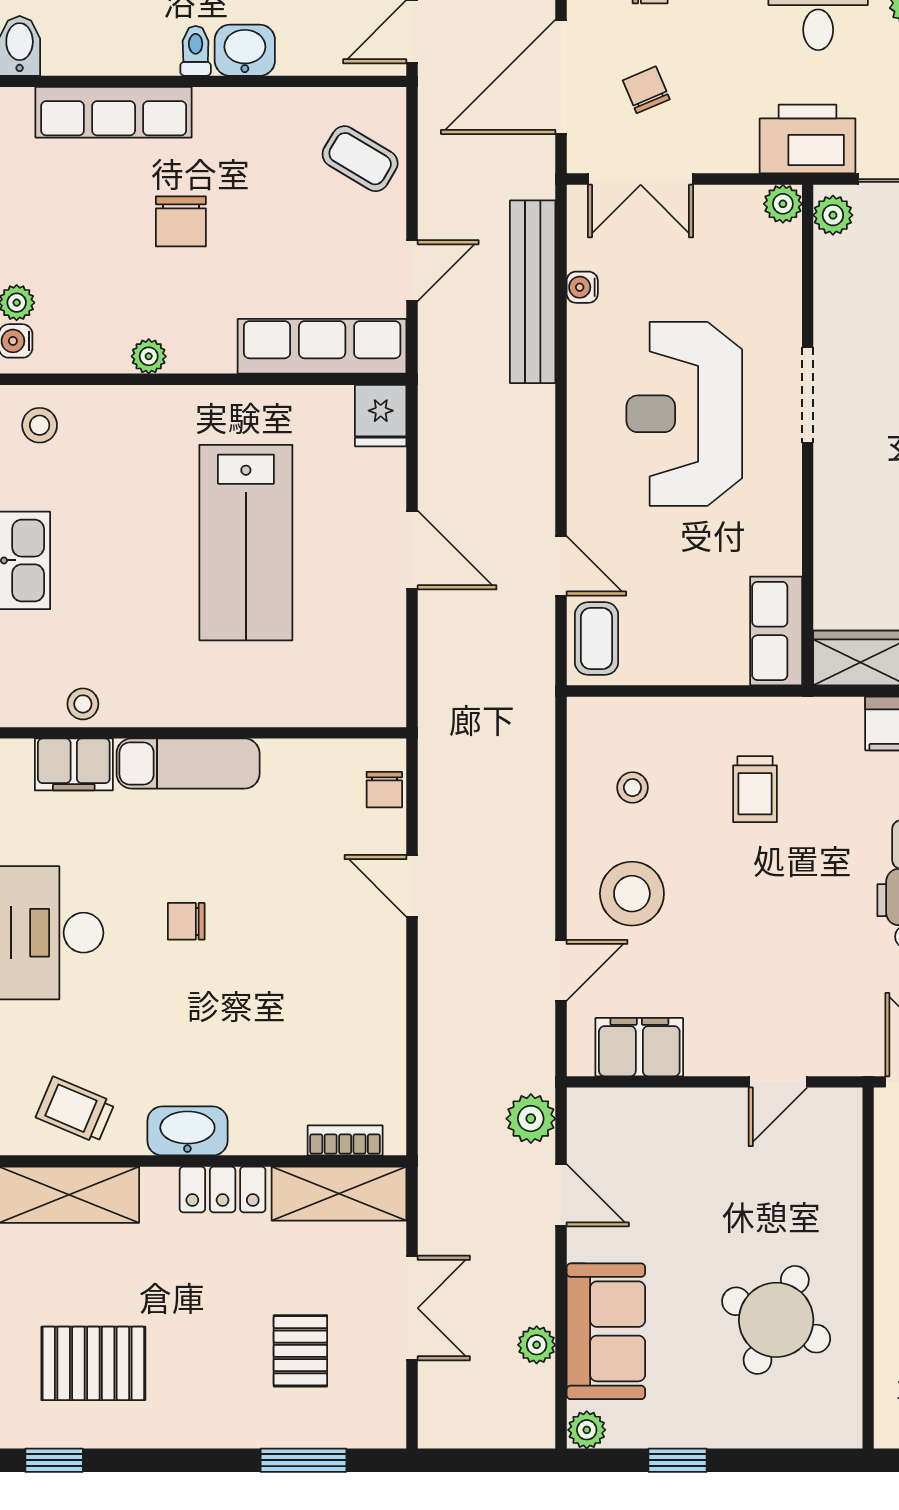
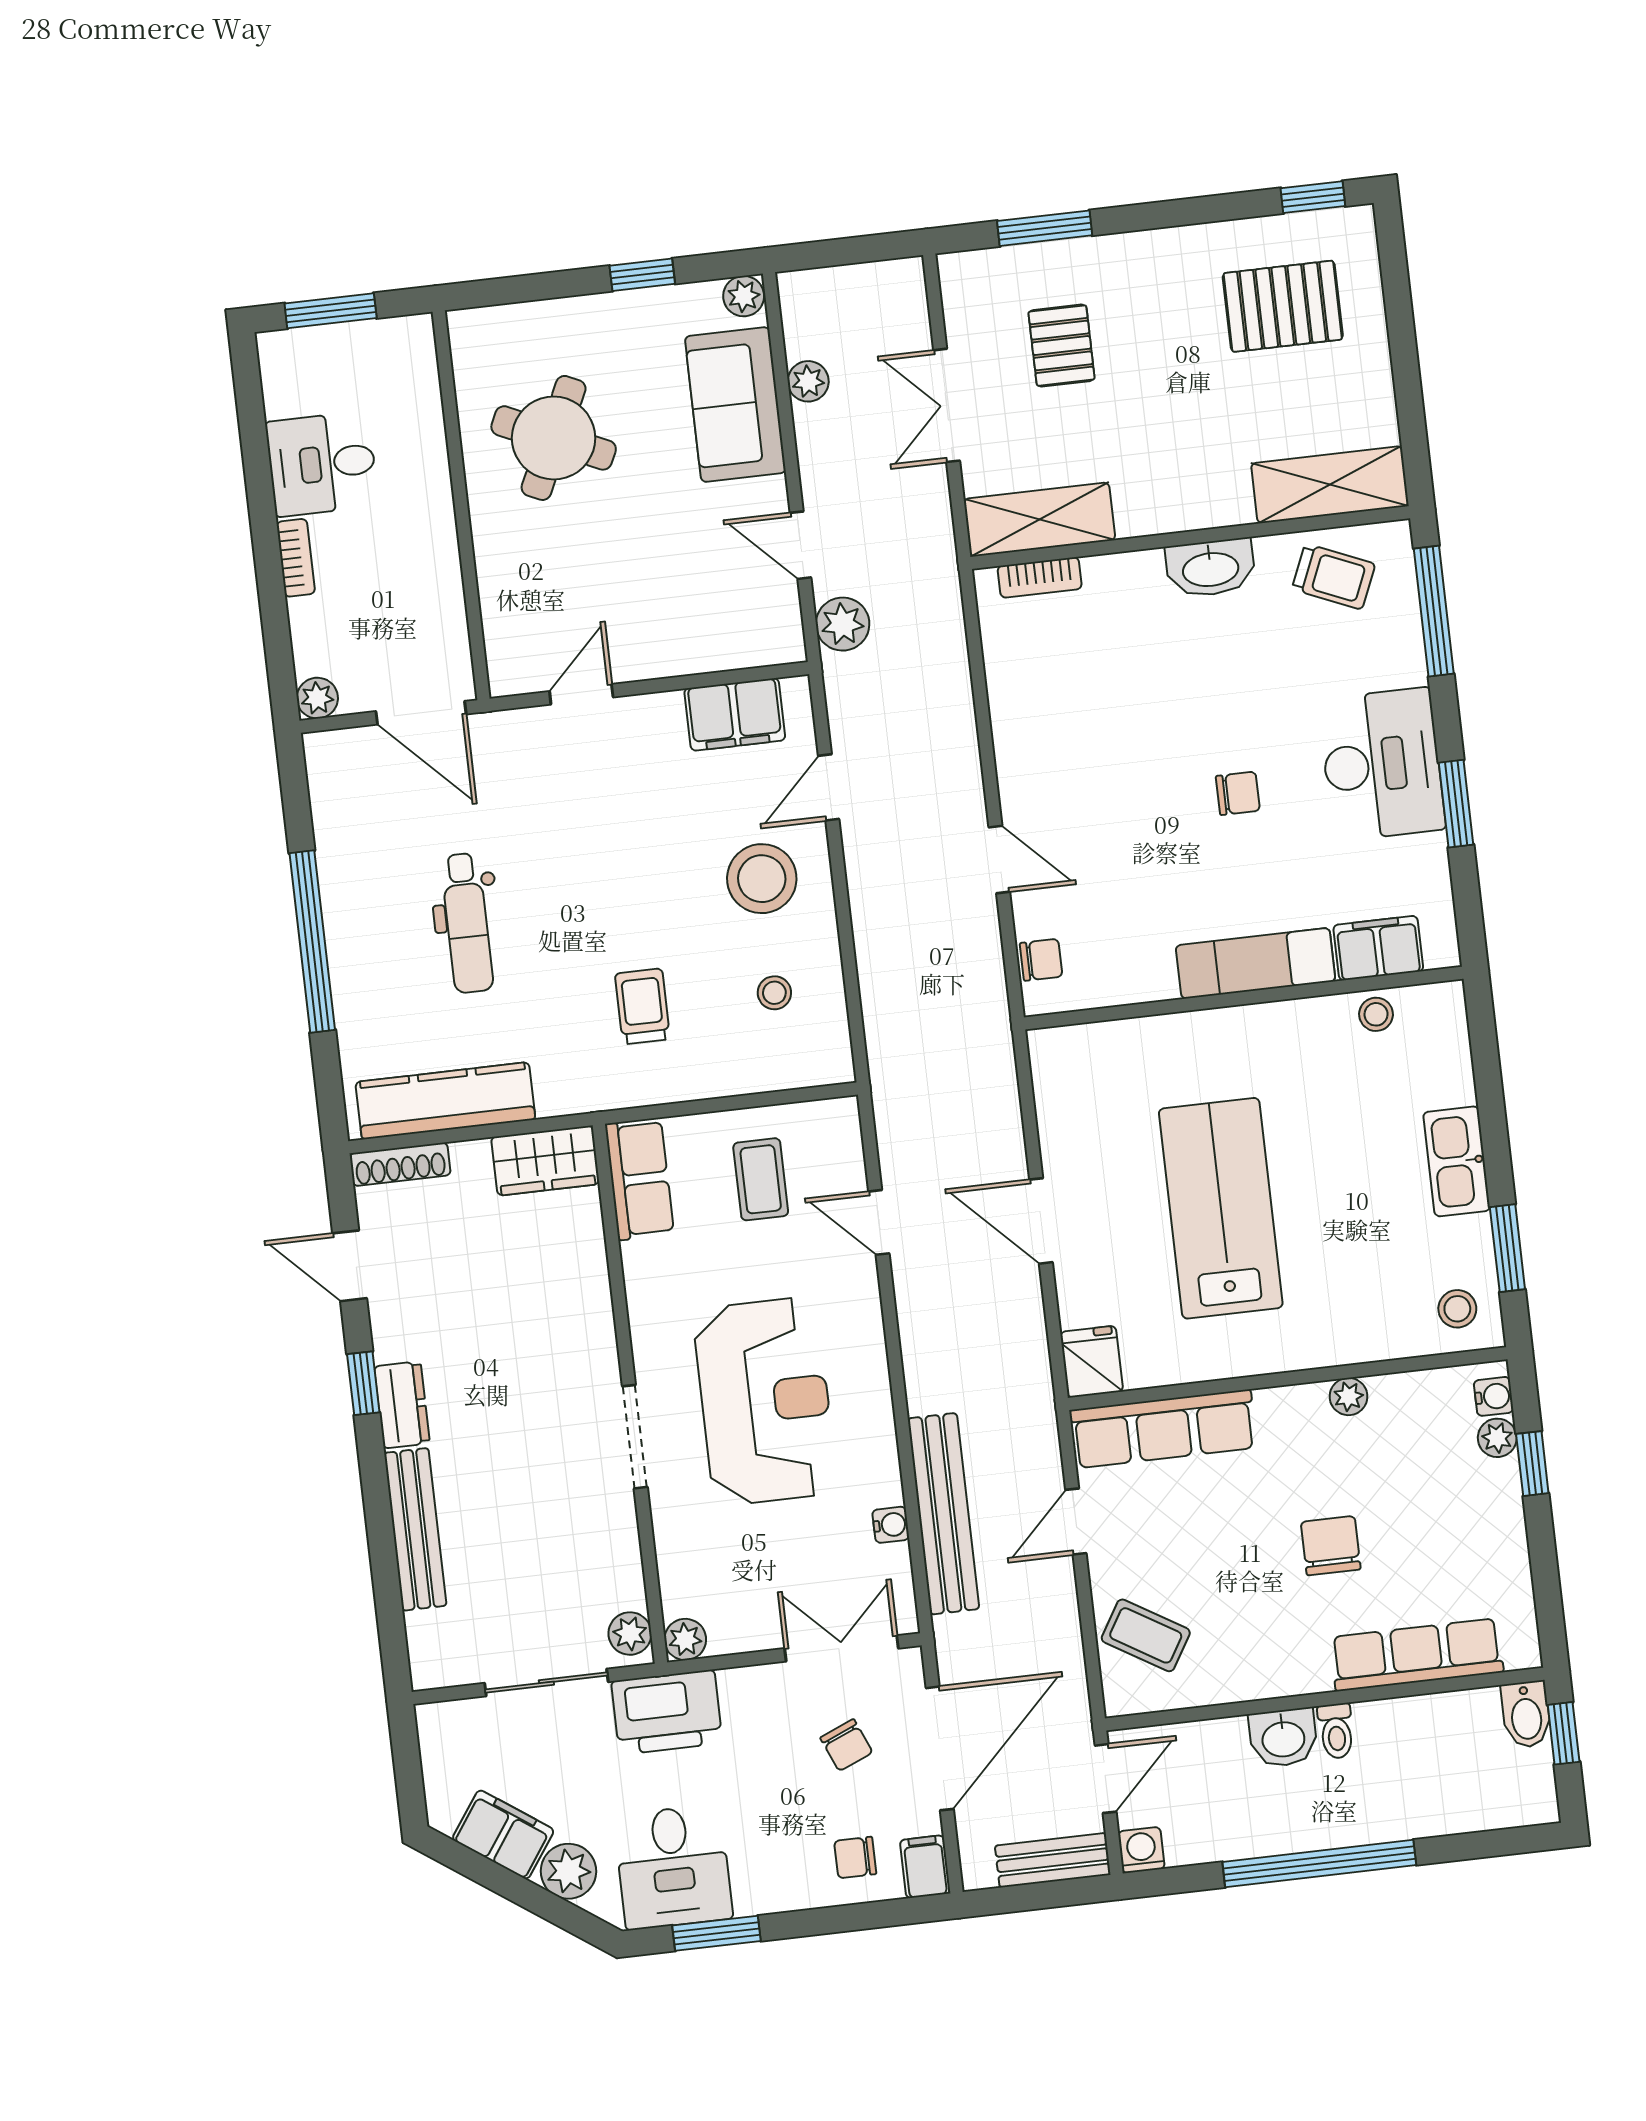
coffee table: (596, 638) -> (761, 1179), moved
chair: (384, 790) -> (1041, 960), turned 90
locker: (223, 1189) -> (1165, 509), removed

